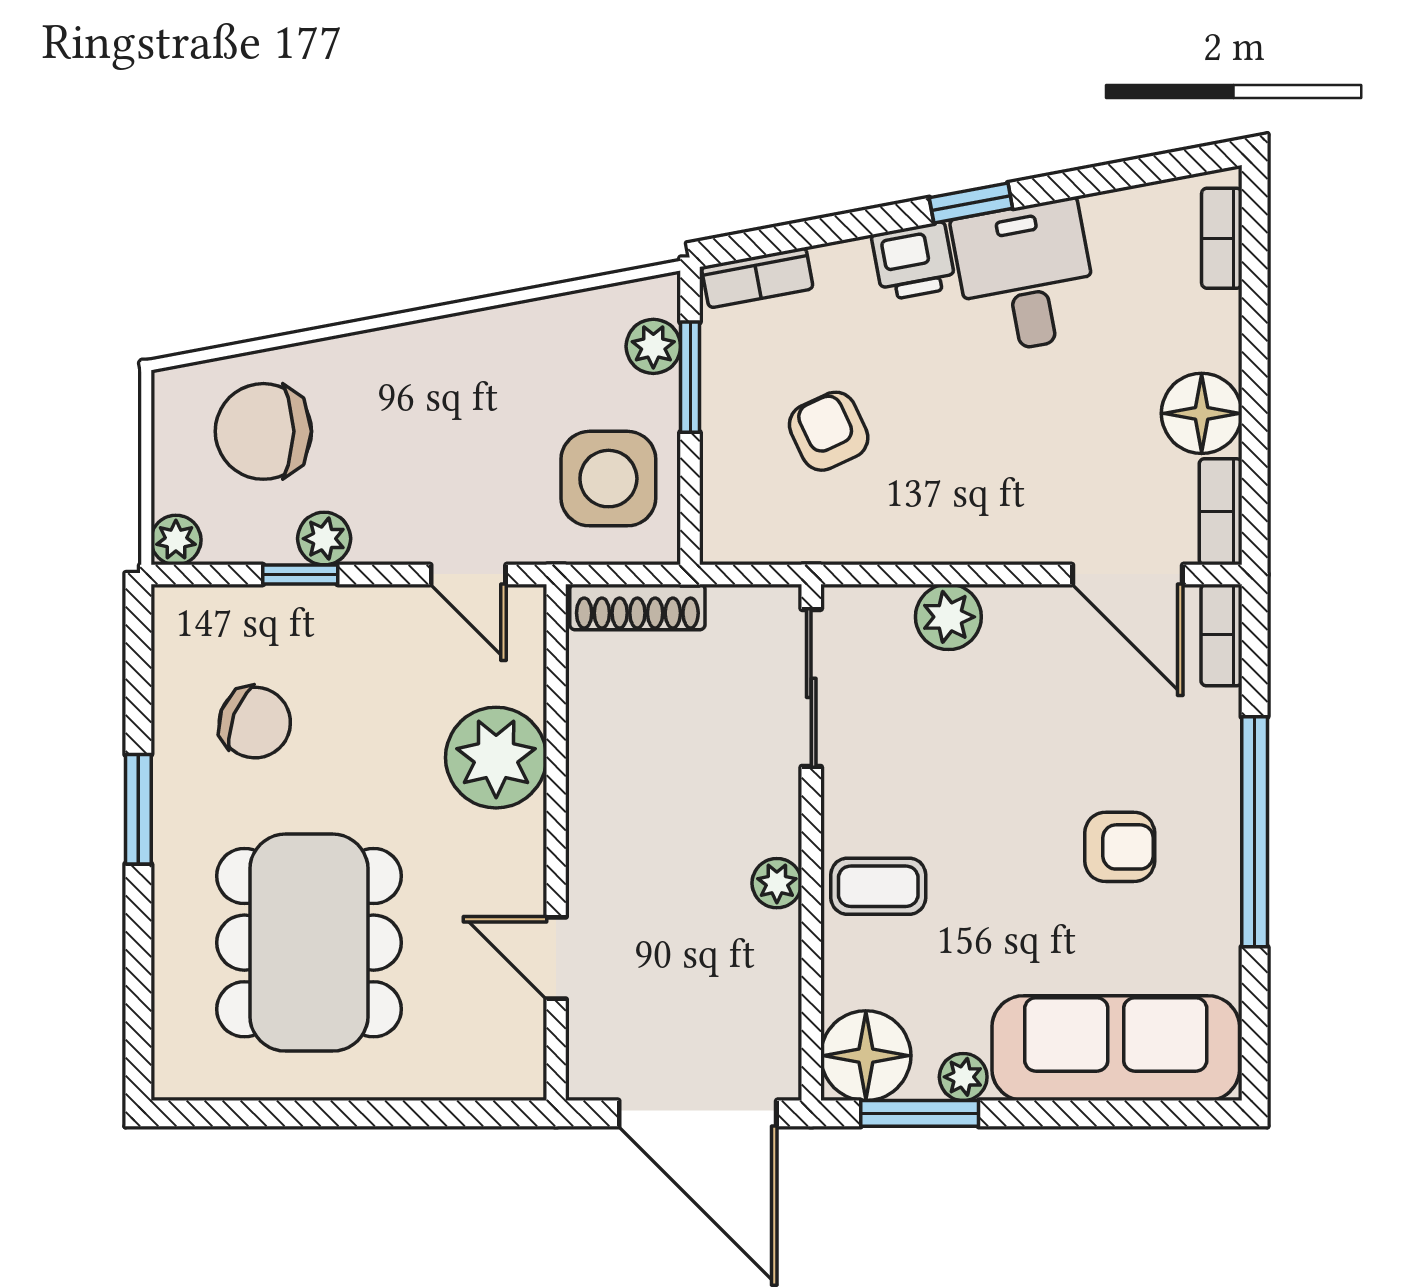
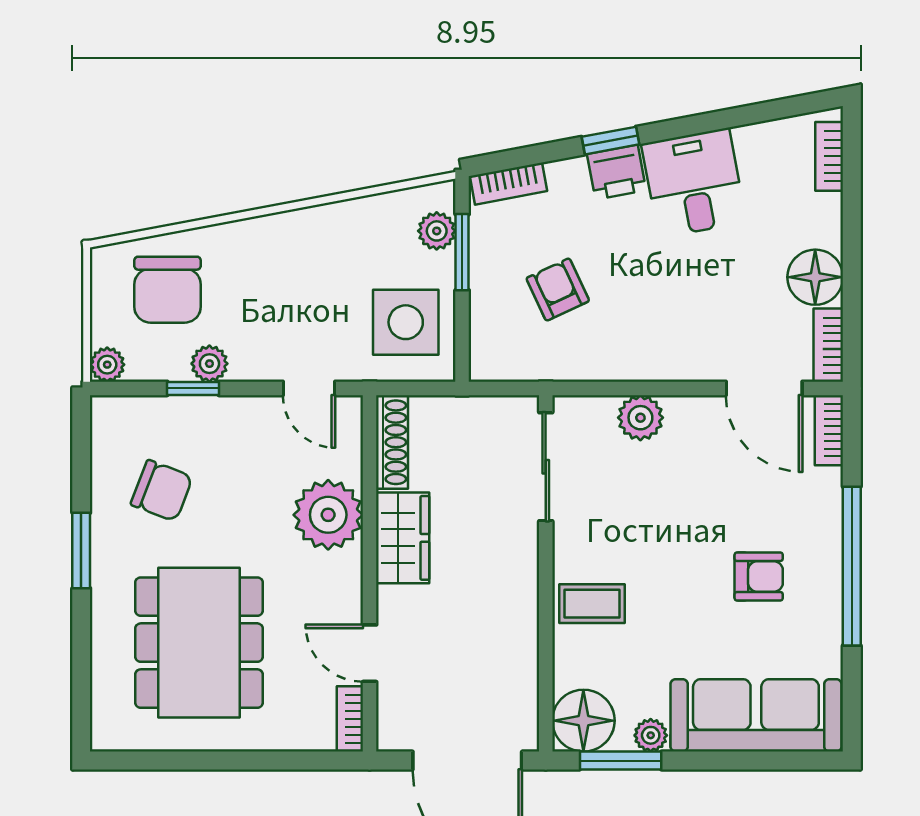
window: (971, 203) -> (610, 141), moved
chair: (263, 431) -> (168, 290), turned -90
shoe rack: (637, 607) -> (392, 442), moved, turned -90
wardrobe: (604, 791) -> (403, 538), added
plant: (777, 883) -> (522, 601), removed
bookcase: (528, 1053) -> (350, 719), added

